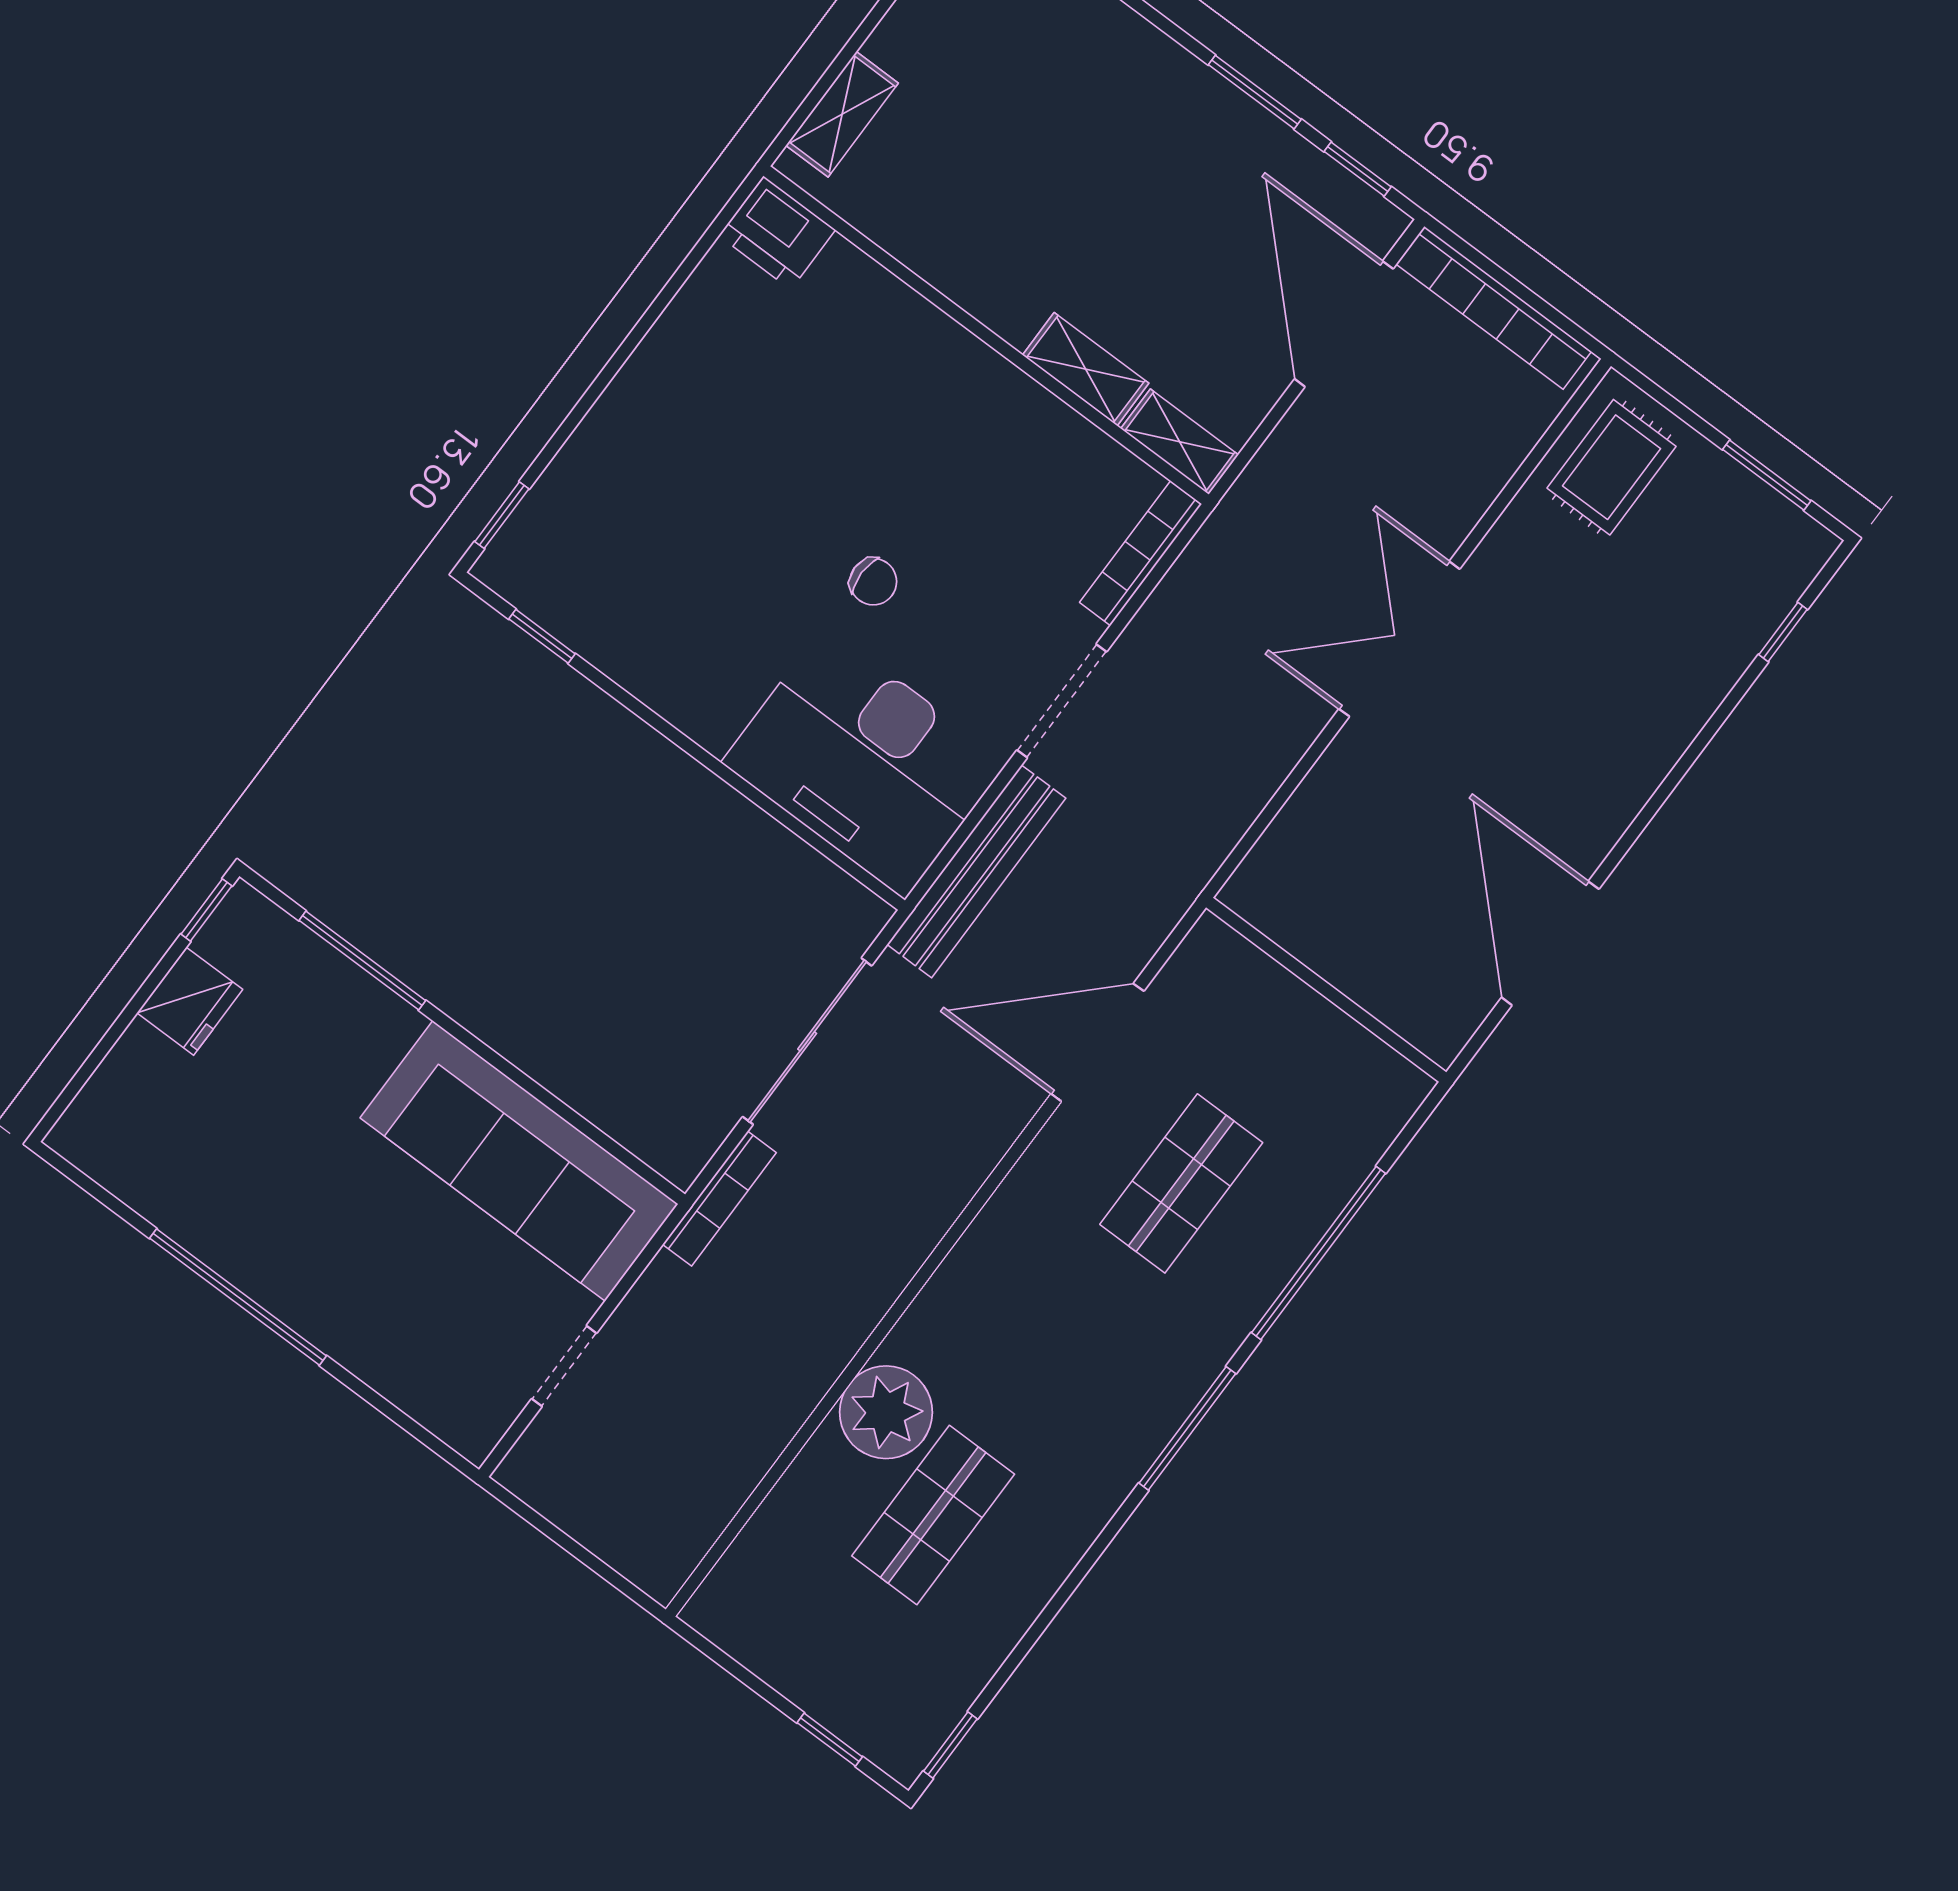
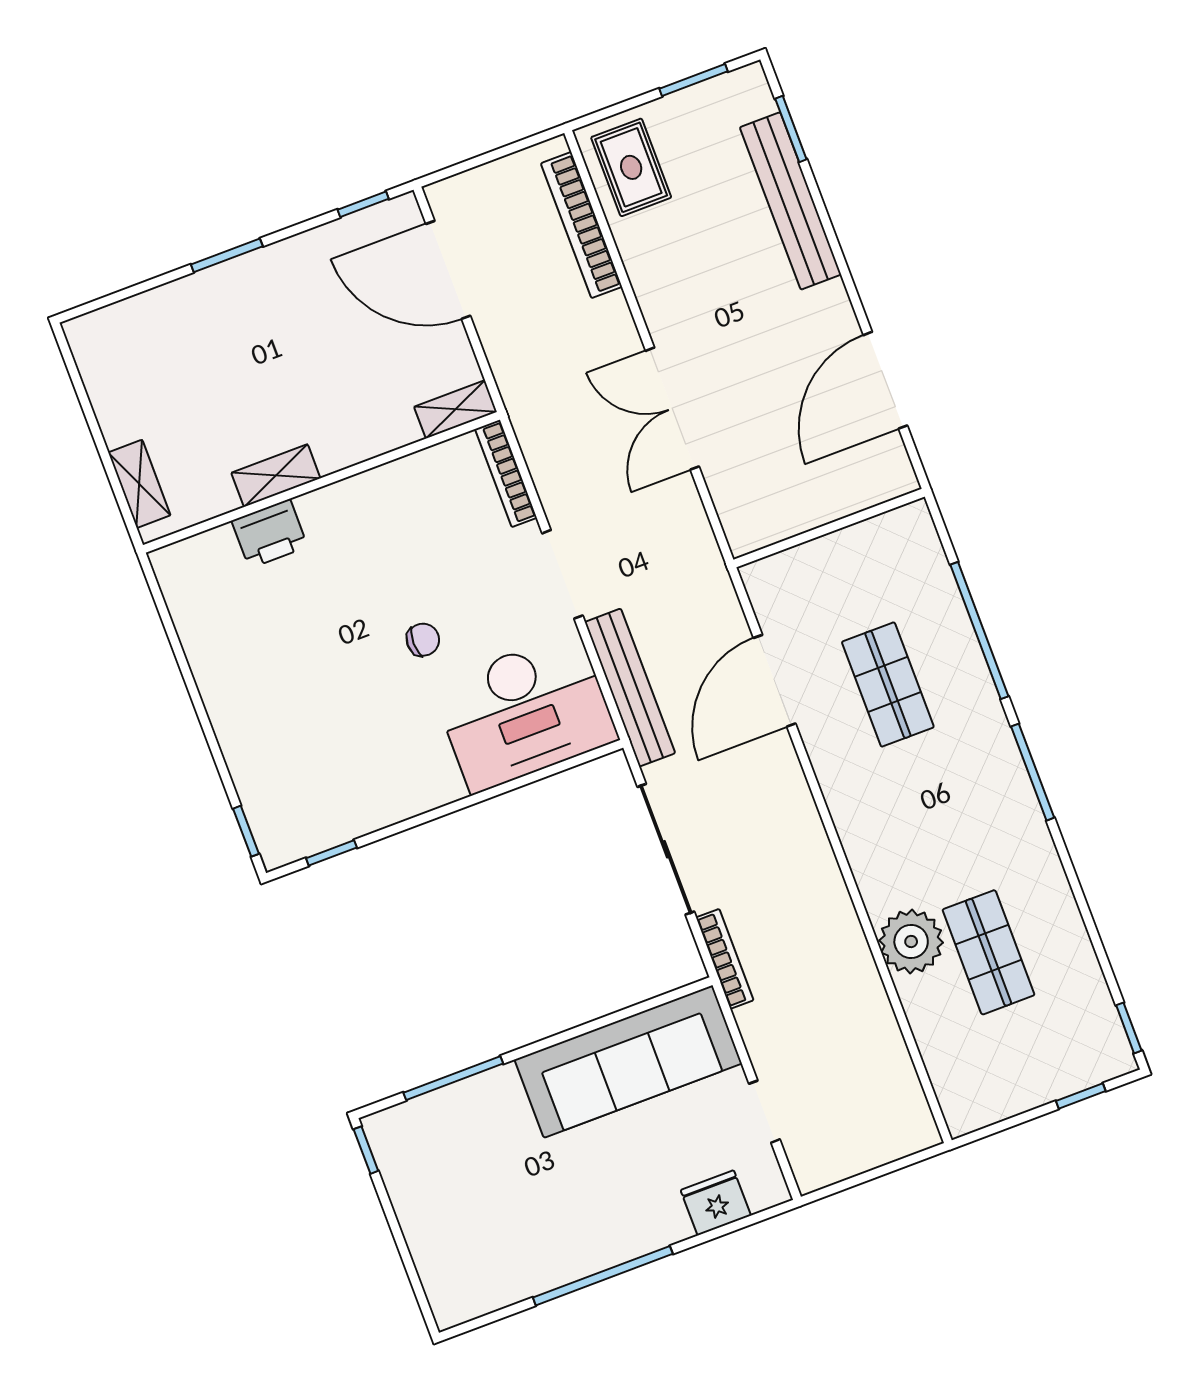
window: (1255, 92) -> (227, 255), moved
printer: (777, 233) -> (270, 534), moved
bookcase: (1494, 308) -> (581, 225), moved, turned 90
shelving: (1086, 369) -> (276, 476), moved
window: (1783, 632) -> (791, 129), width x1.50
double door: (1399, 639) -> (672, 409), moved
bench: (1695, 688) -> (791, 201), added
door: (1550, 943) -> (885, 380), hinge flipped
fridge: (190, 1001) -> (716, 1203), moved, turned -90

